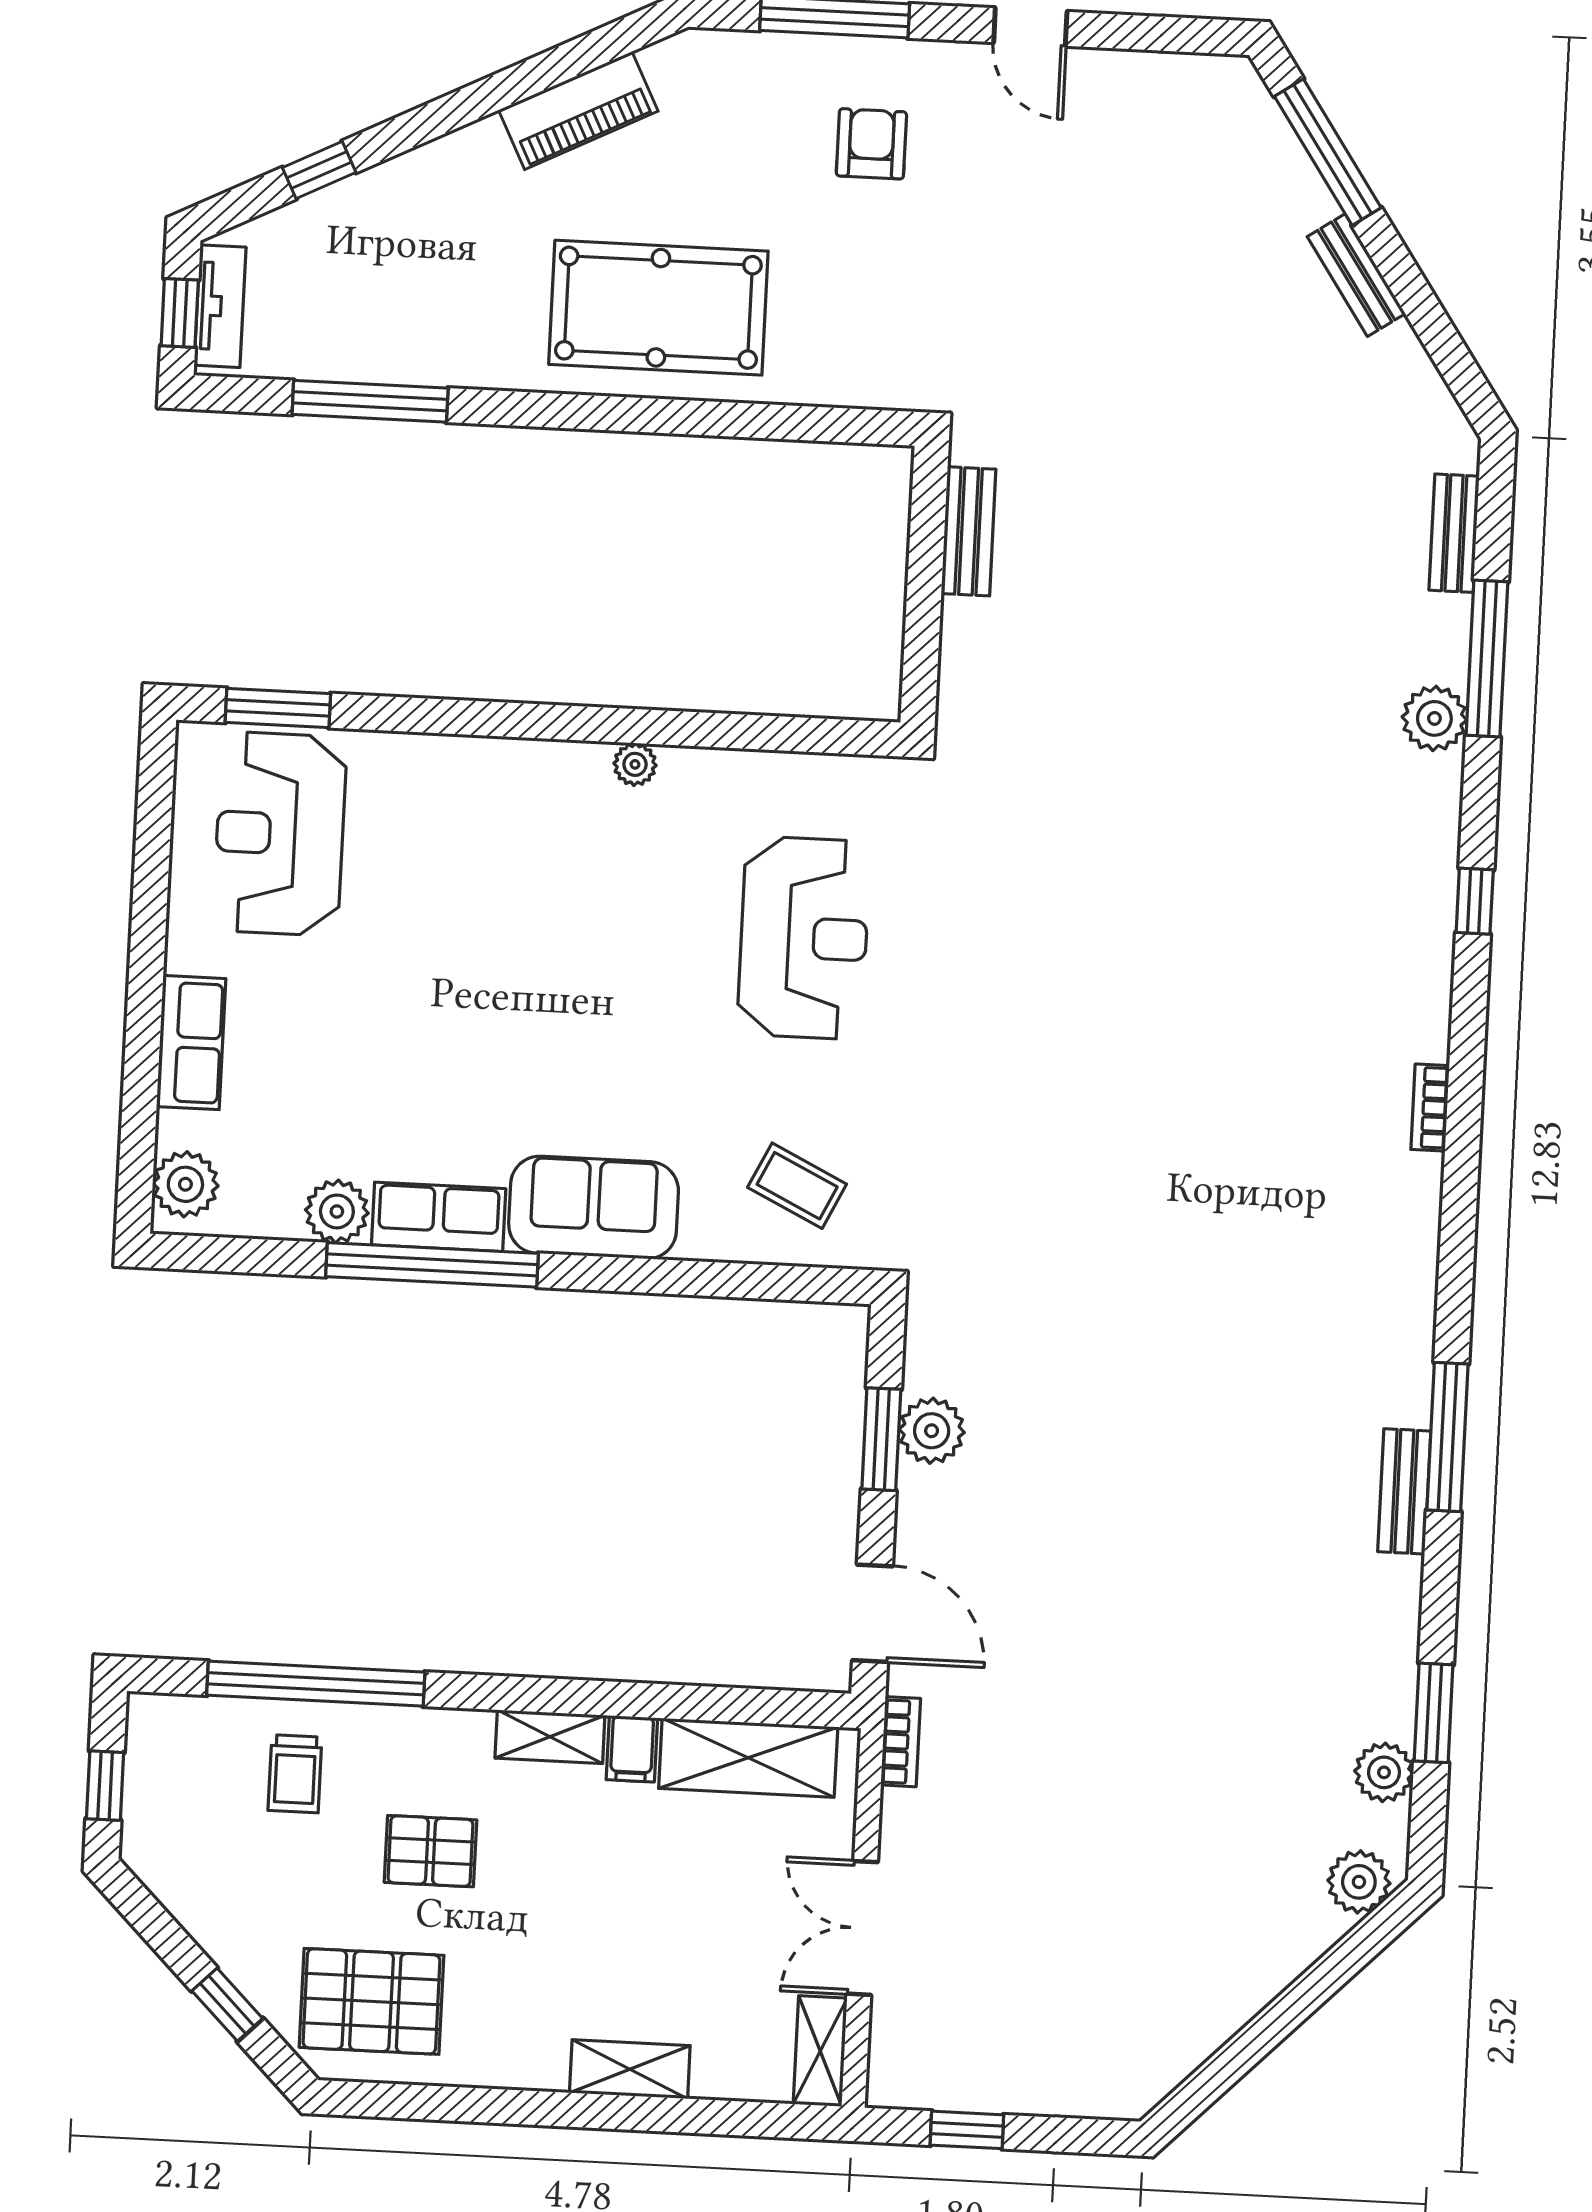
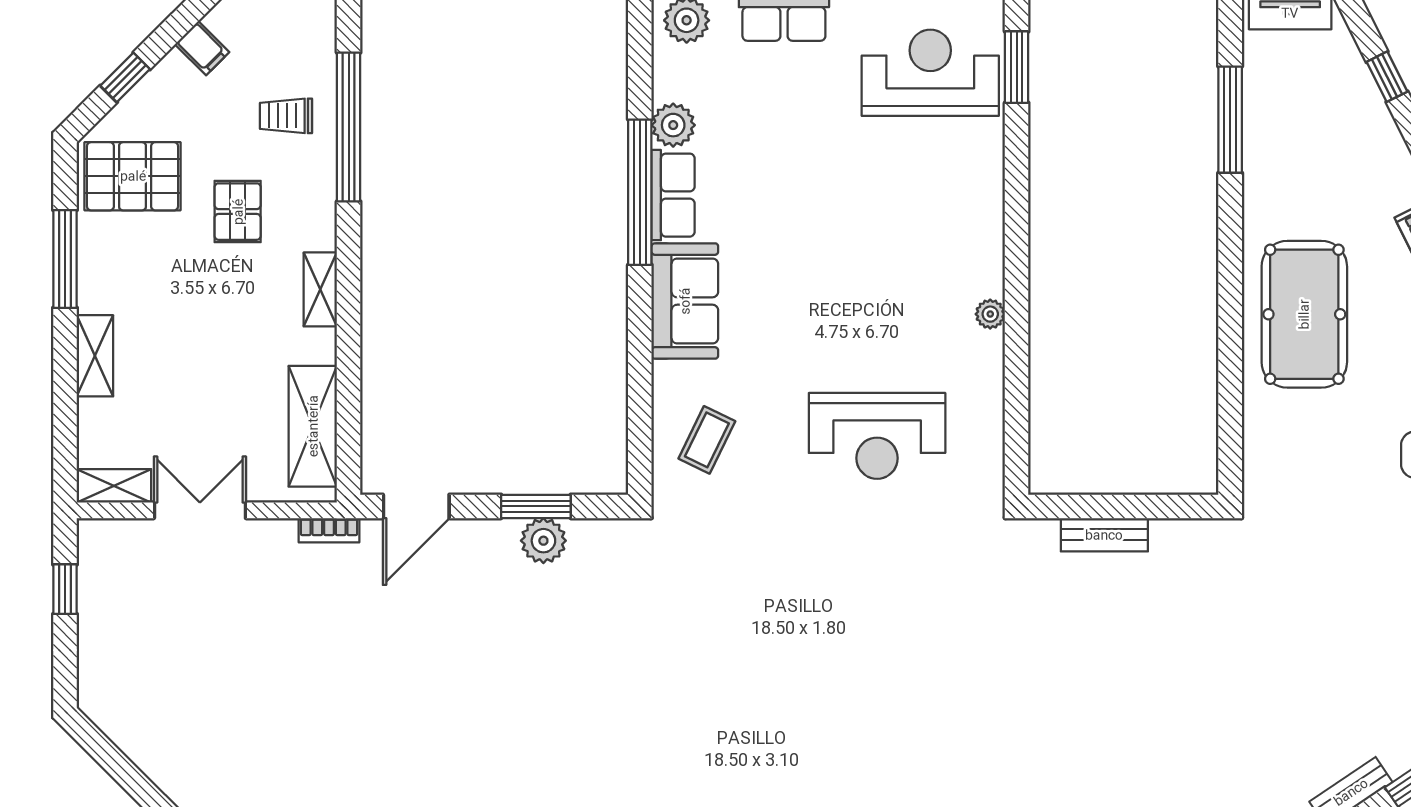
bench: (969, 531) -> (1104, 535), moved
filing cabinet: (632, 1749) -> (202, 48), moved, turned -135
pallet: (372, 2001) -> (133, 176), turned 90
window: (487, 2106) -> (65, 259), added

